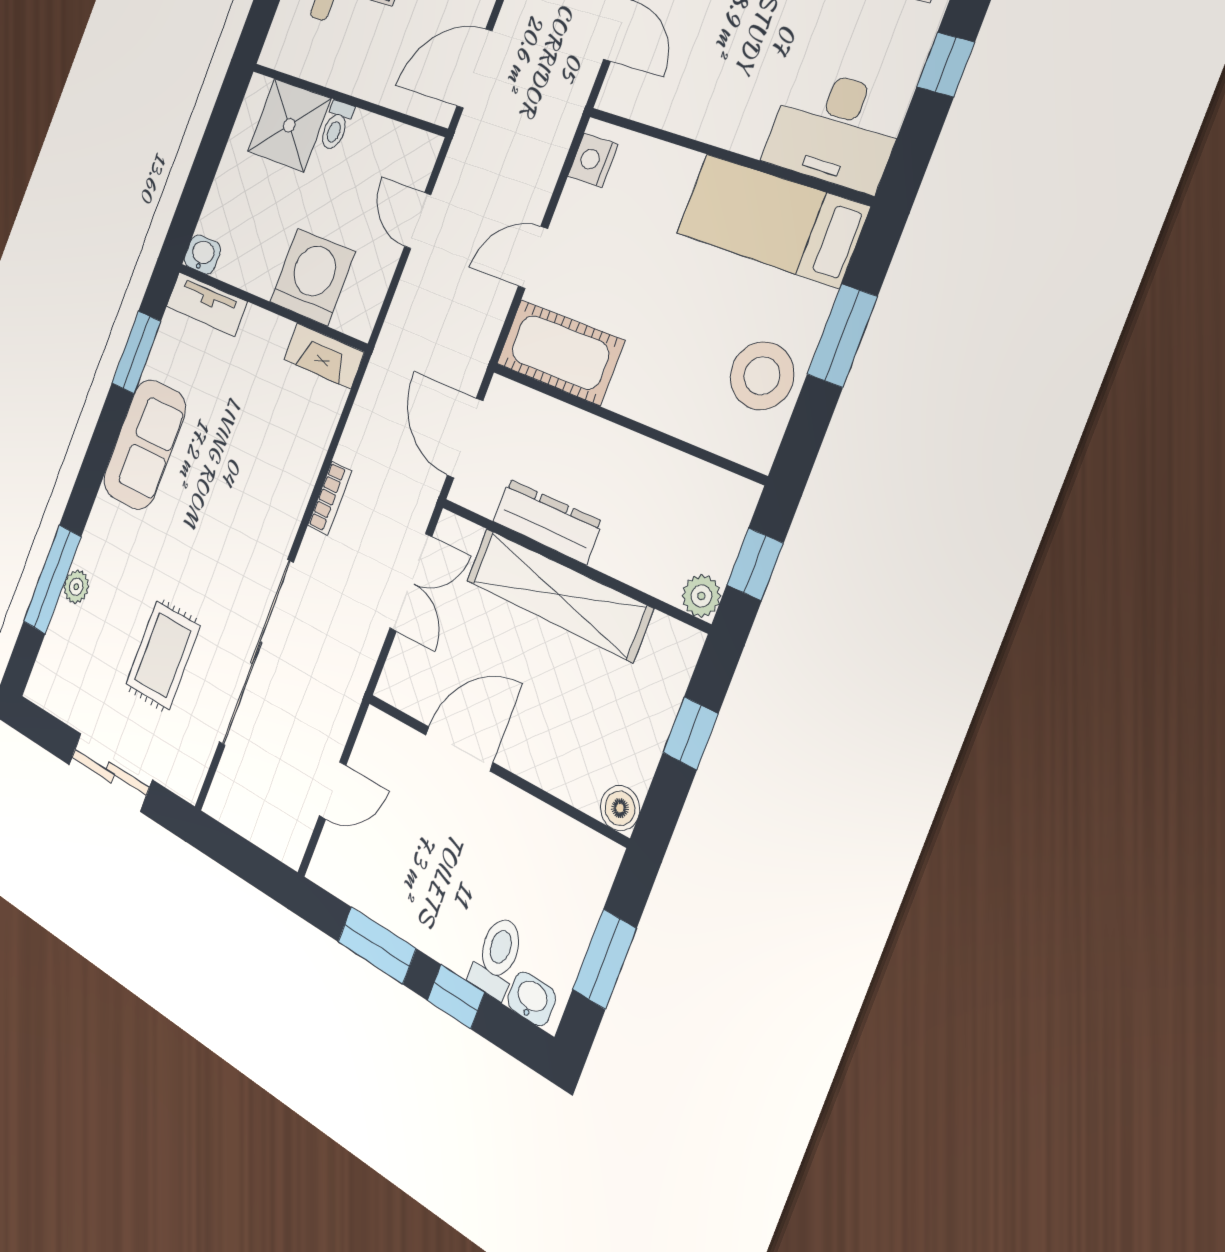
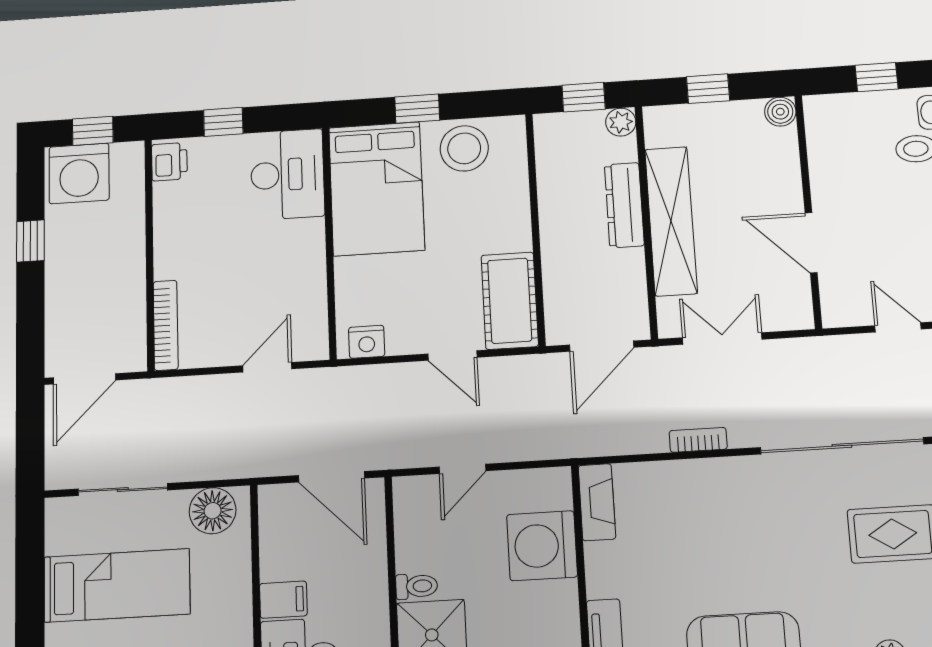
bed: (771, 220) -> (377, 189), width x1.50
window: (842, 335) -> (417, 109), width x0.67
dresser: (547, 521) -> (624, 205), moved
window: (604, 959) -> (877, 77), width x0.67

